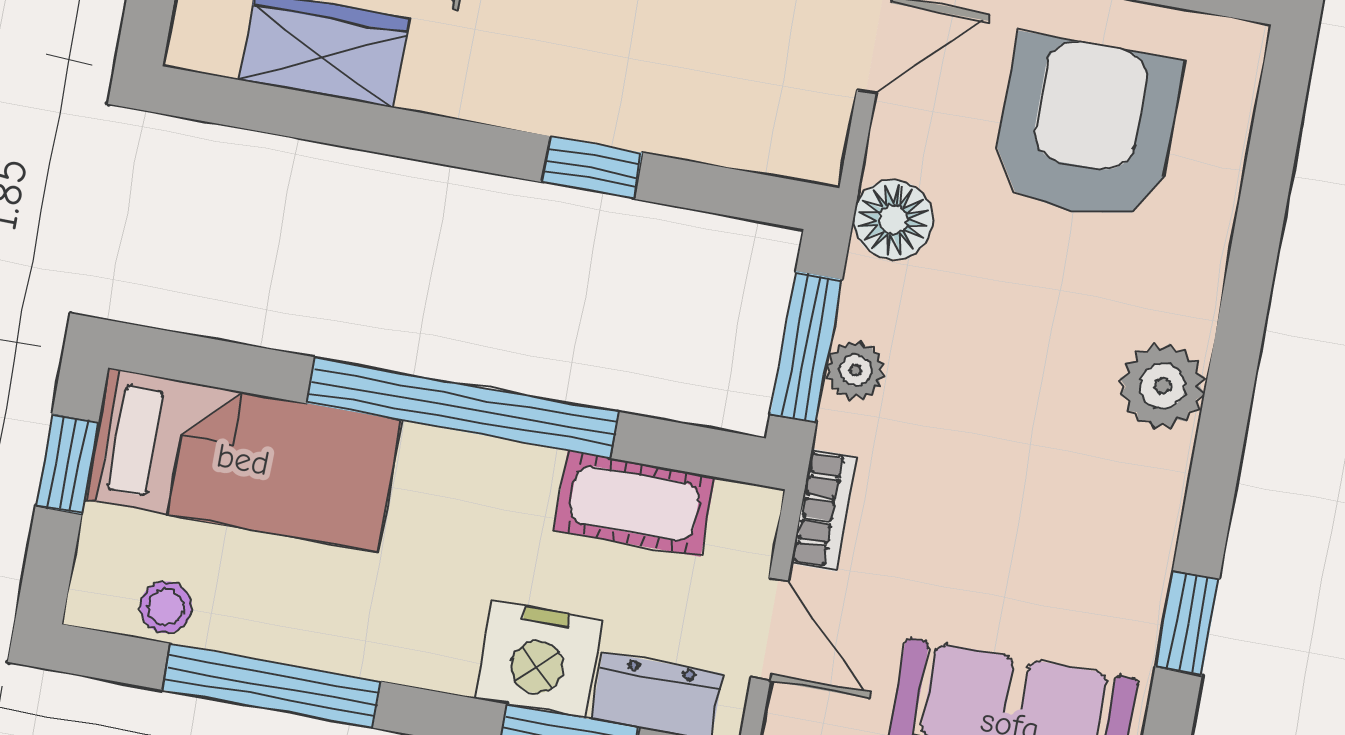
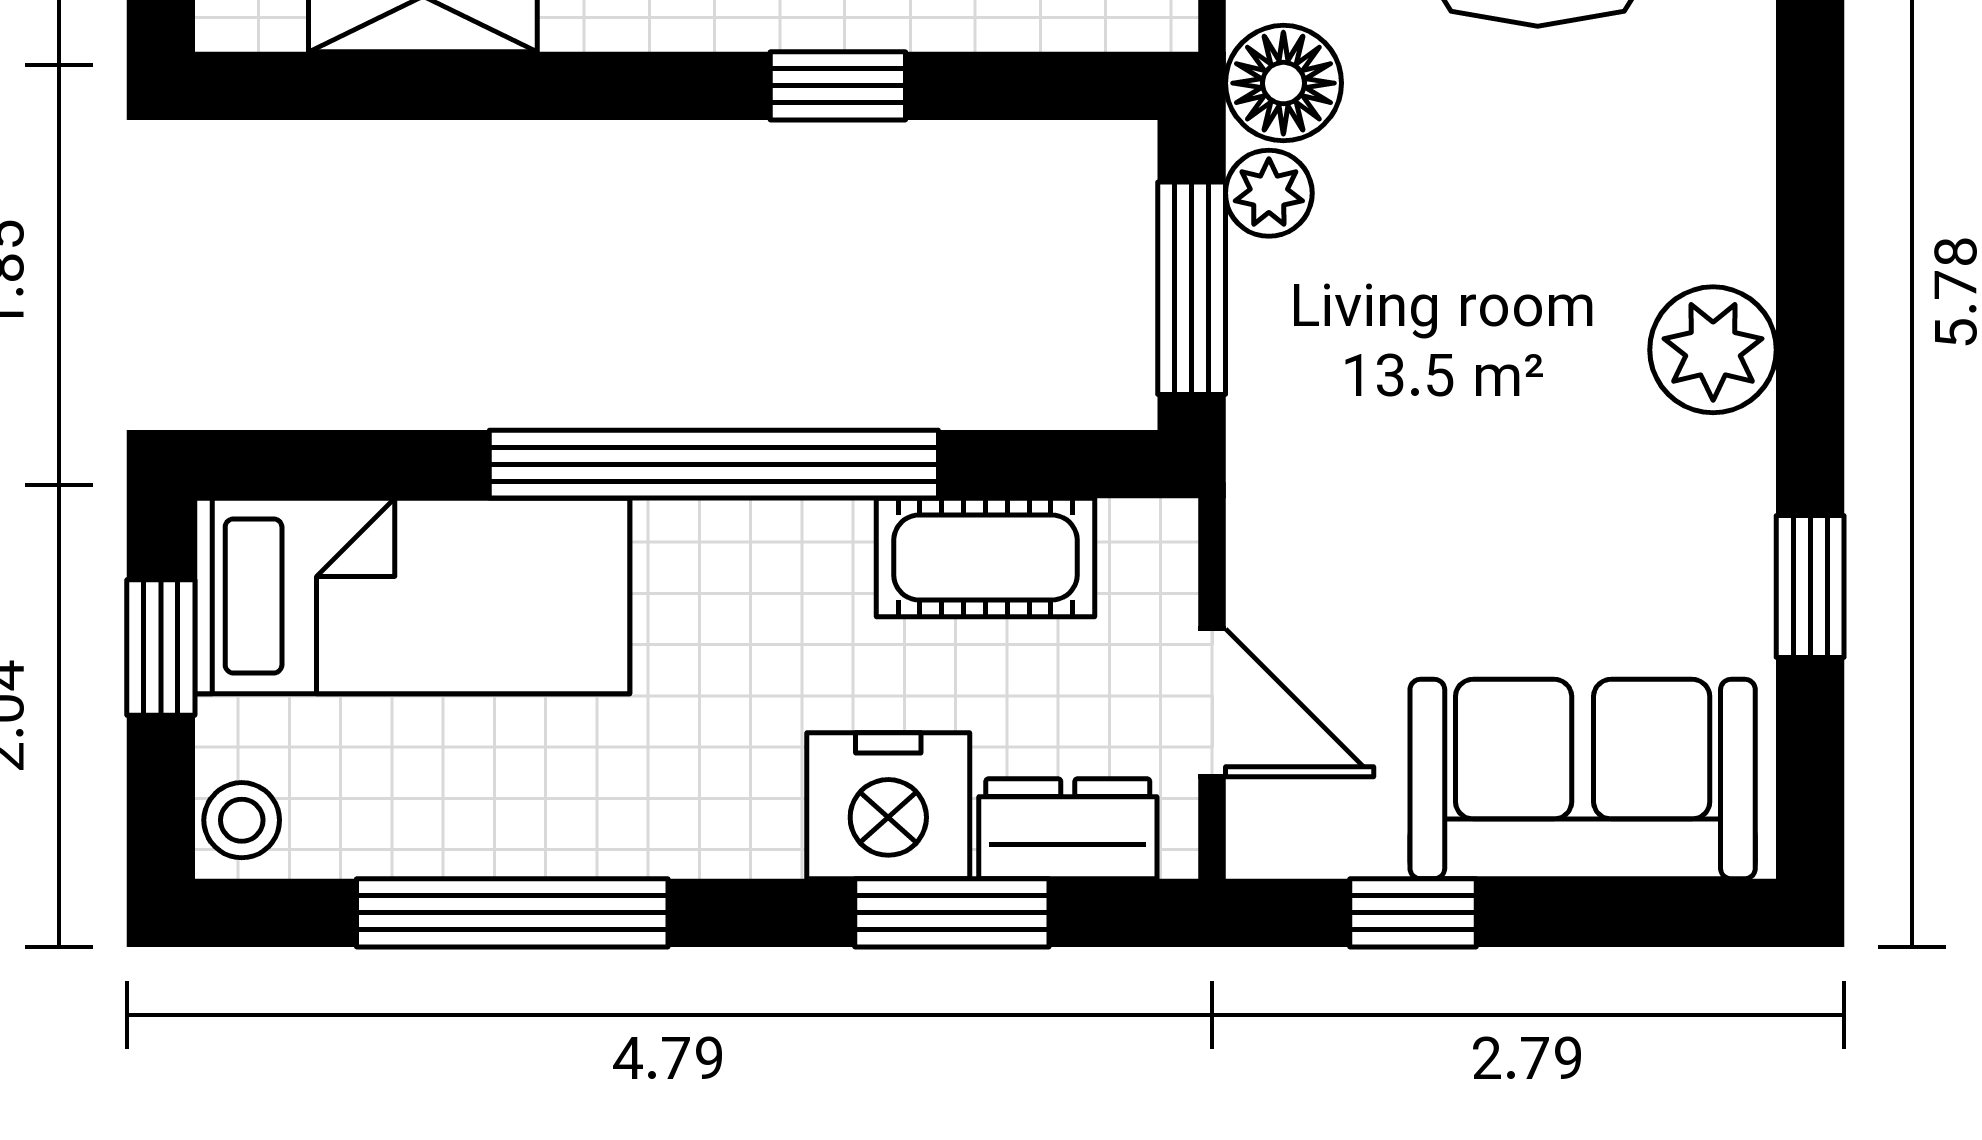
plant: (856, 370) -> (1269, 193), moved
plant: (1162, 386) -> (1713, 350), moved
bookcase: (824, 510) -> (1260, 518), removed
stool: (166, 607) -> (242, 820), moved

